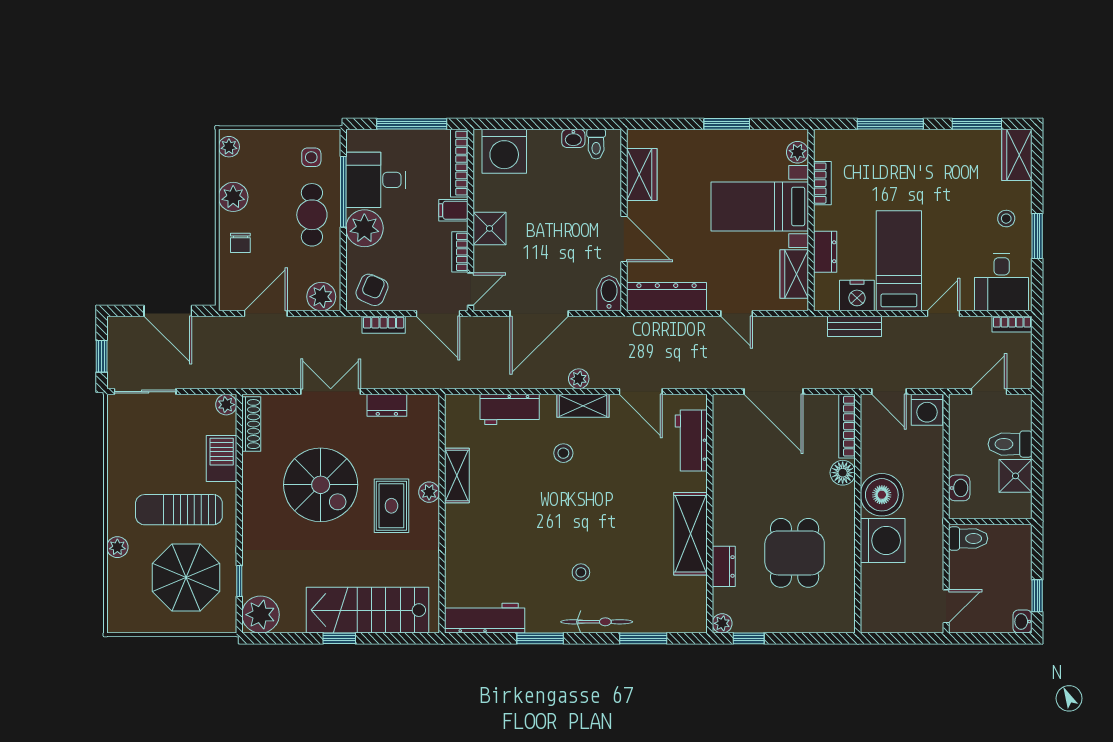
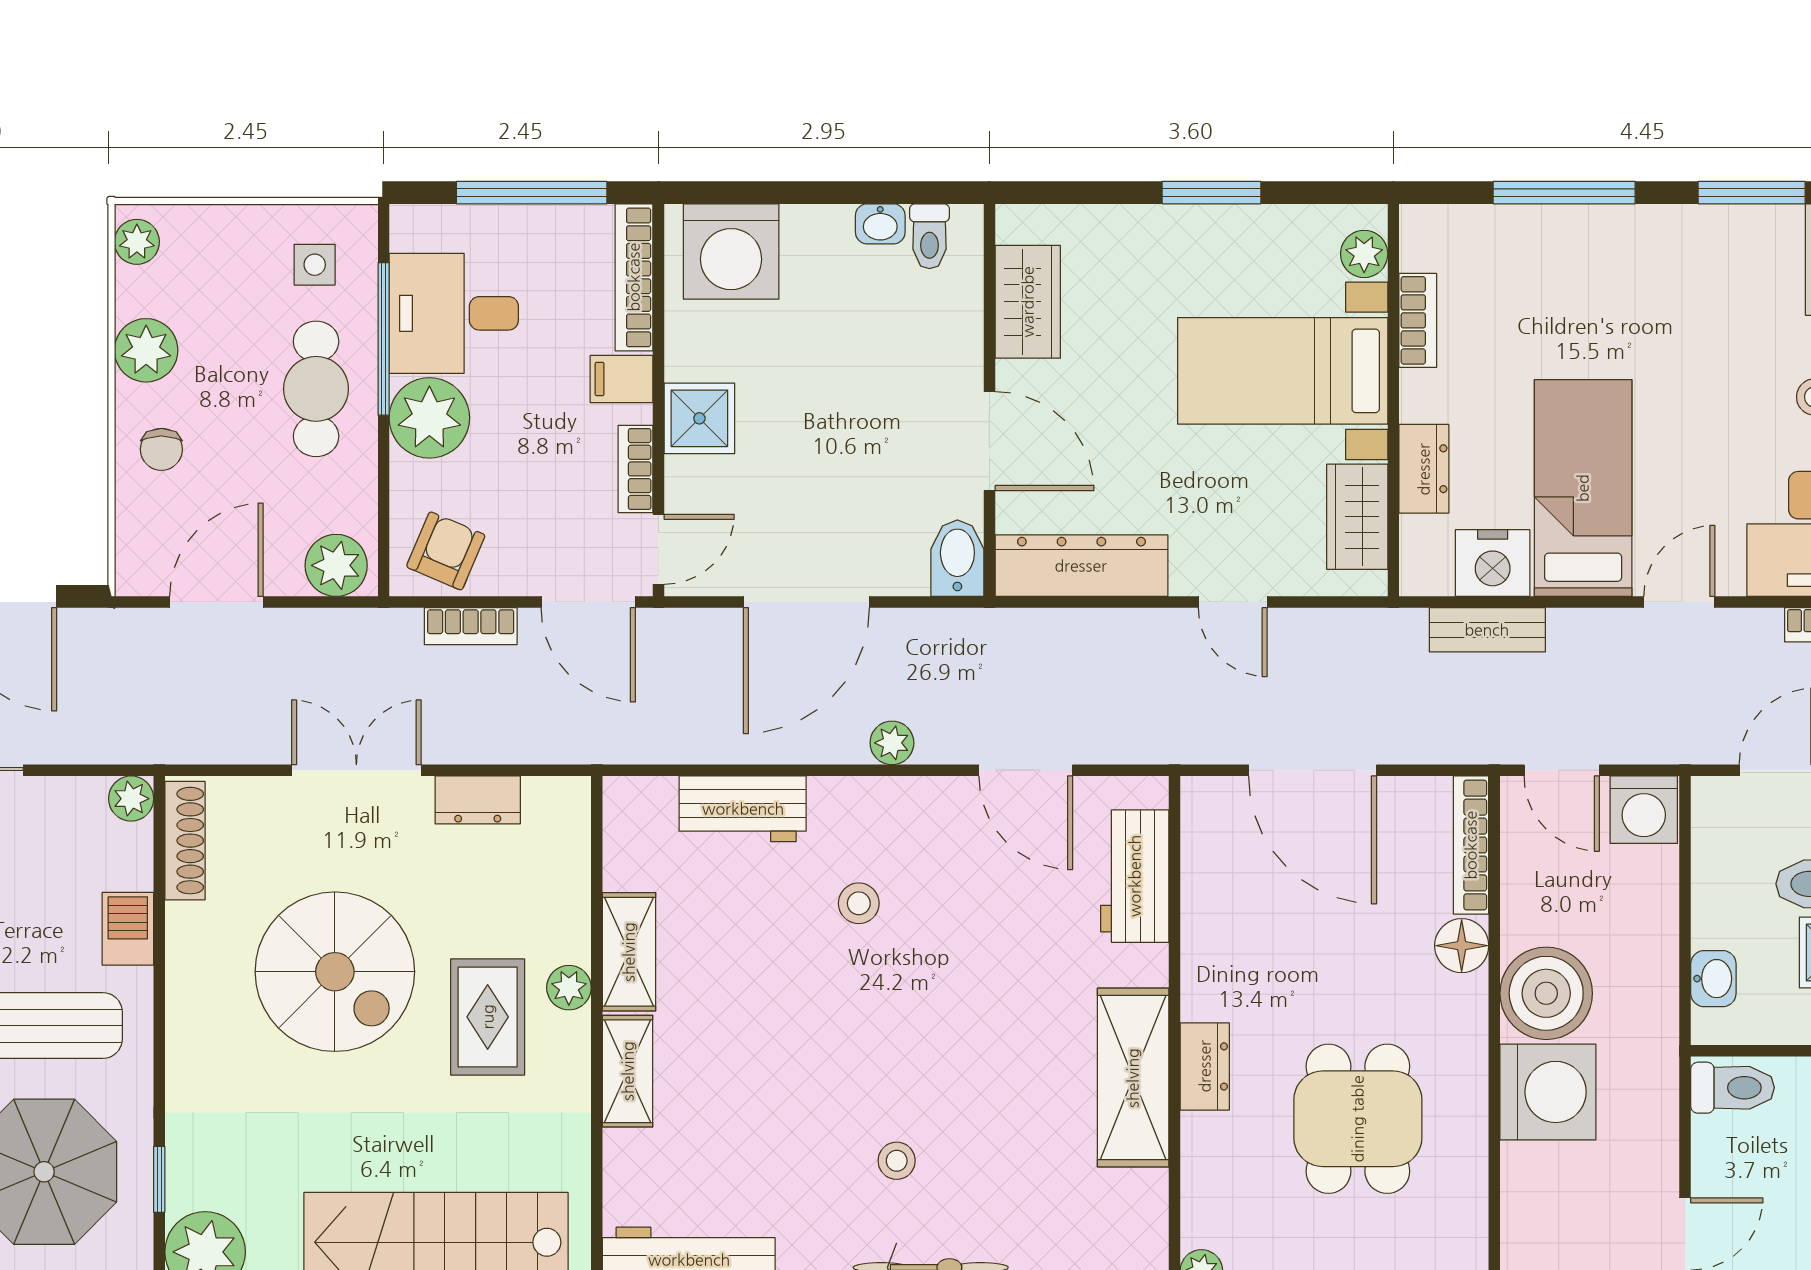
shelving: (583, 406) -> (628, 1071), moved, turned 90
barbecue: (222, 459) -> (128, 929), width x0.73, depth x0.79
dresser: (724, 566) -> (1205, 1066), moved

